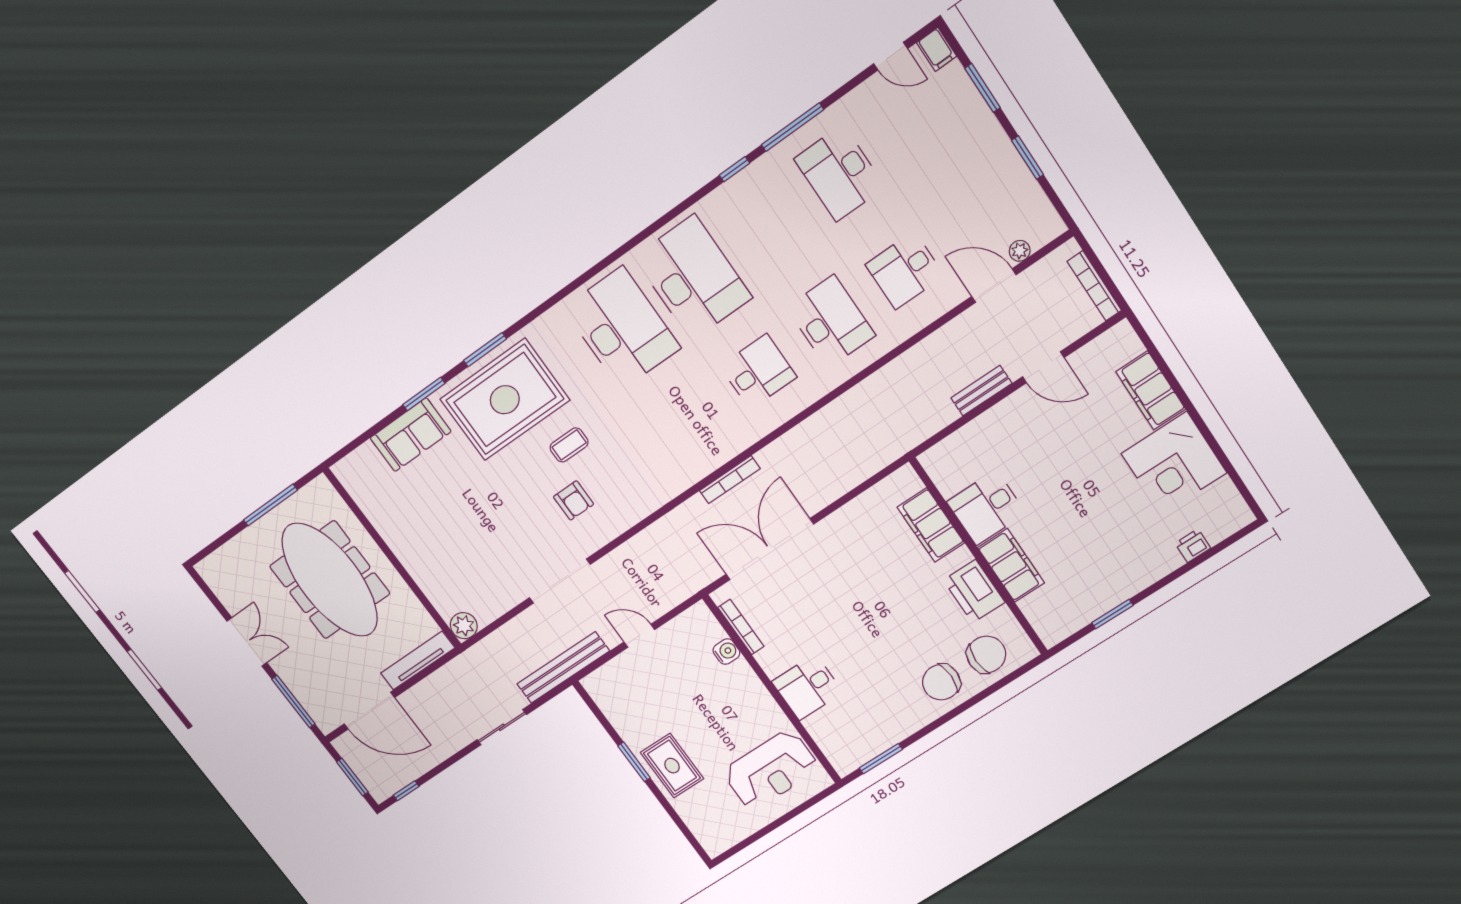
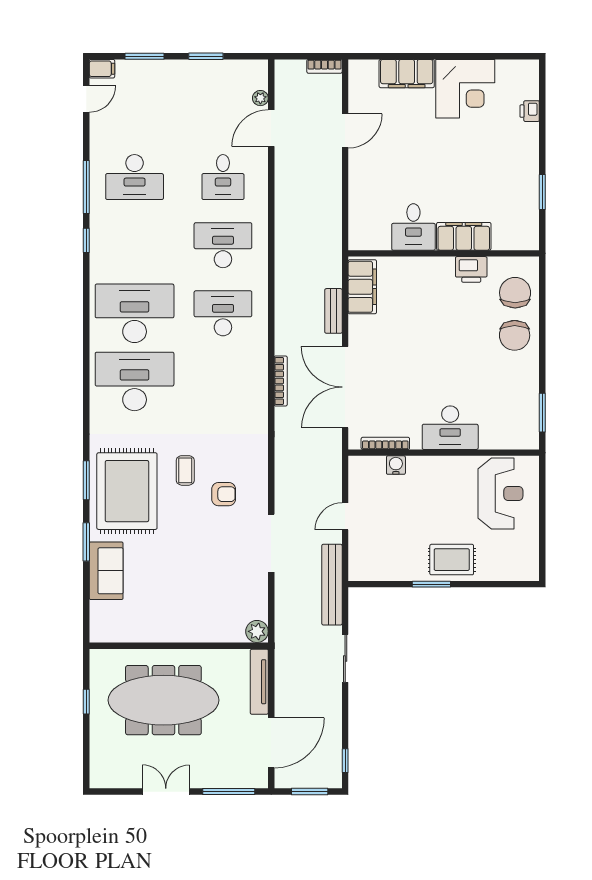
bookcase: (1094, 286) -> (325, 66), width x0.64
desk: (758, 372) -> (223, 313), width x1.37
bench: (981, 391) -> (333, 311), moved
window: (270, 505) -> (86, 702), width x0.46
filing cabinet: (931, 525) -> (362, 287), moved, turned -90
printer: (974, 591) -> (471, 269), width x0.73, depth x0.84
desk: (807, 687) -> (450, 428), width x1.37

